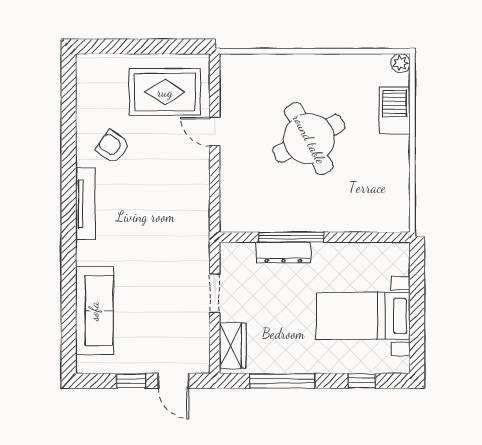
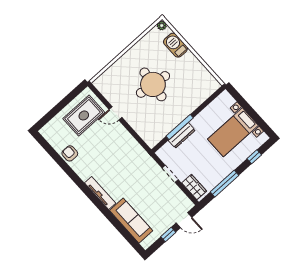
round table: (309, 139) -> (153, 84), turned 35
armchair: (113, 147) -> (70, 153), moved, turned 54
tv unit: (85, 204) -> (100, 193), moved

